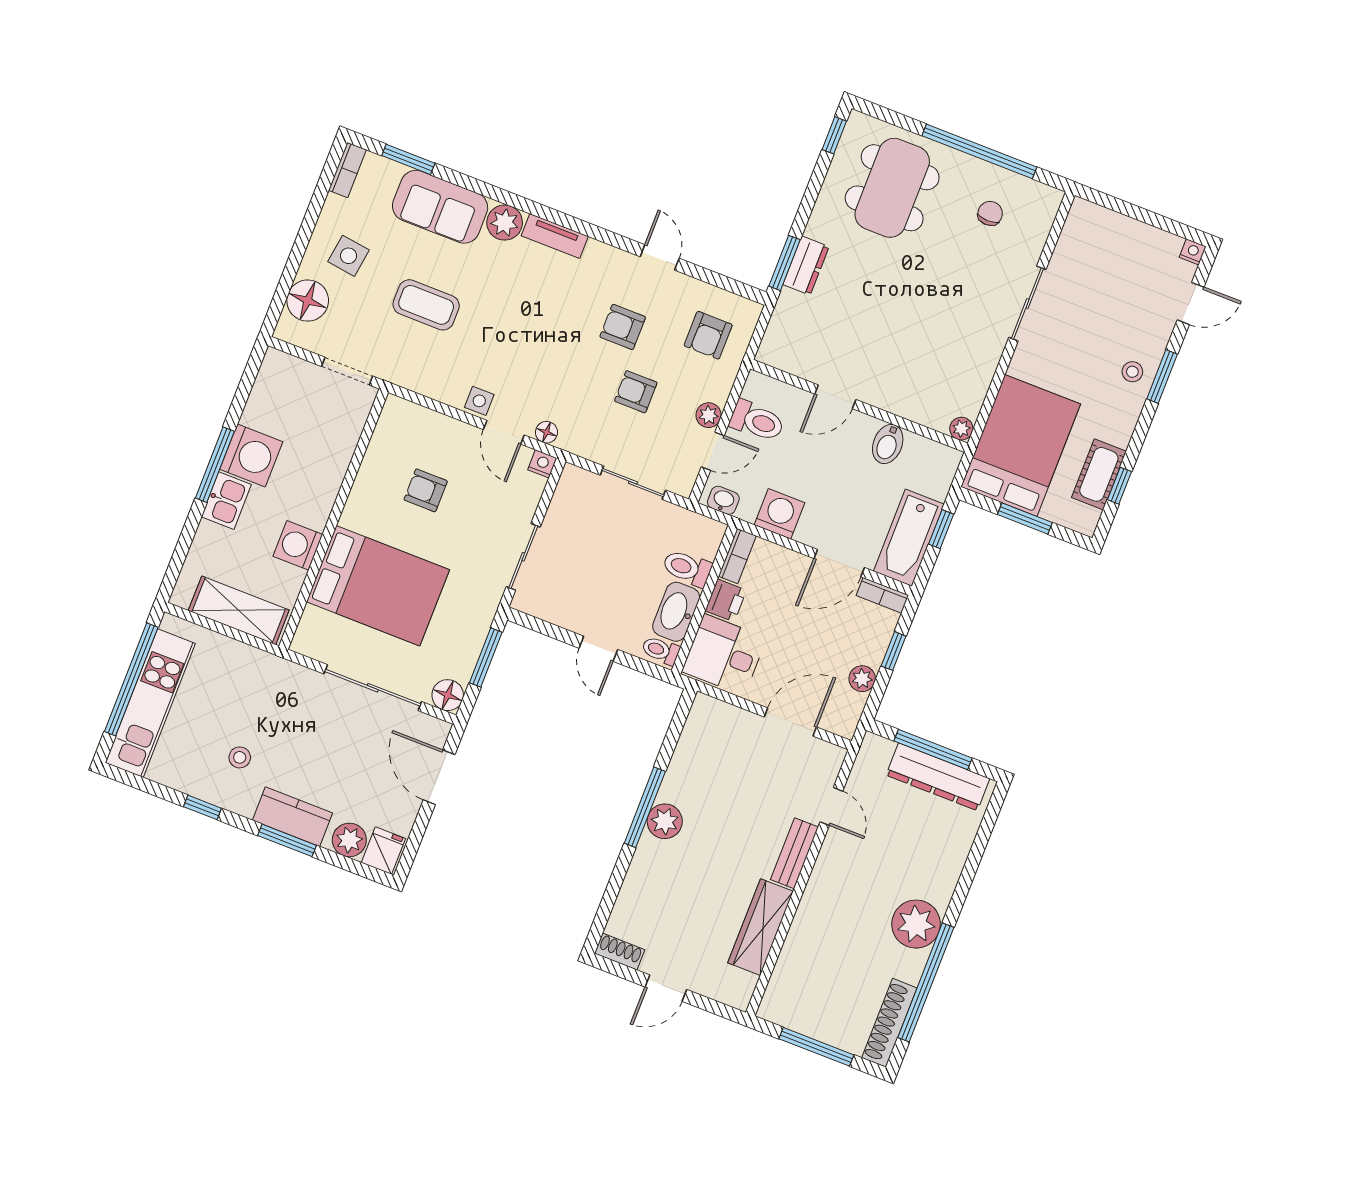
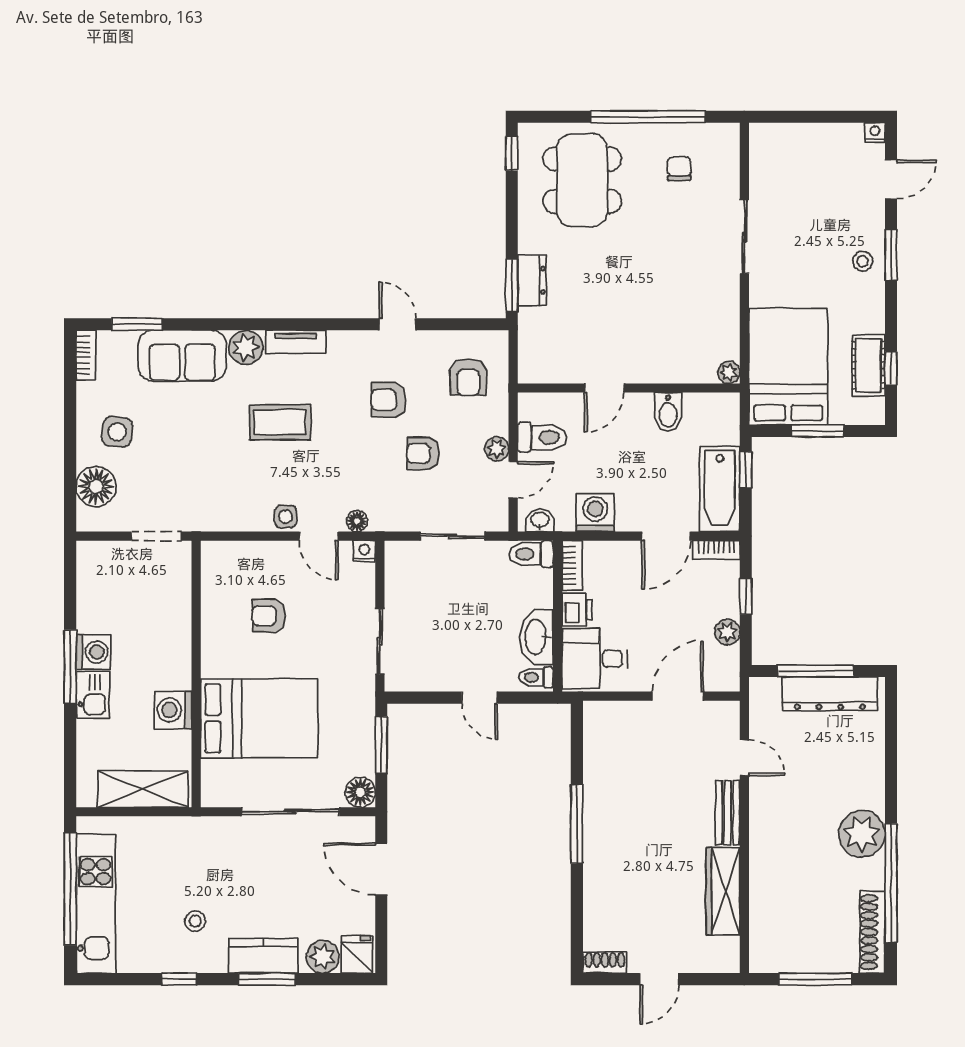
coffee table: (426, 305) -> (280, 422), moved
washing machine: (251, 455) -> (93, 652), width x0.73, depth x0.73
toilet: (687, 568) -> (531, 554), moved
plant: (665, 821) -> (600, 830), removed

